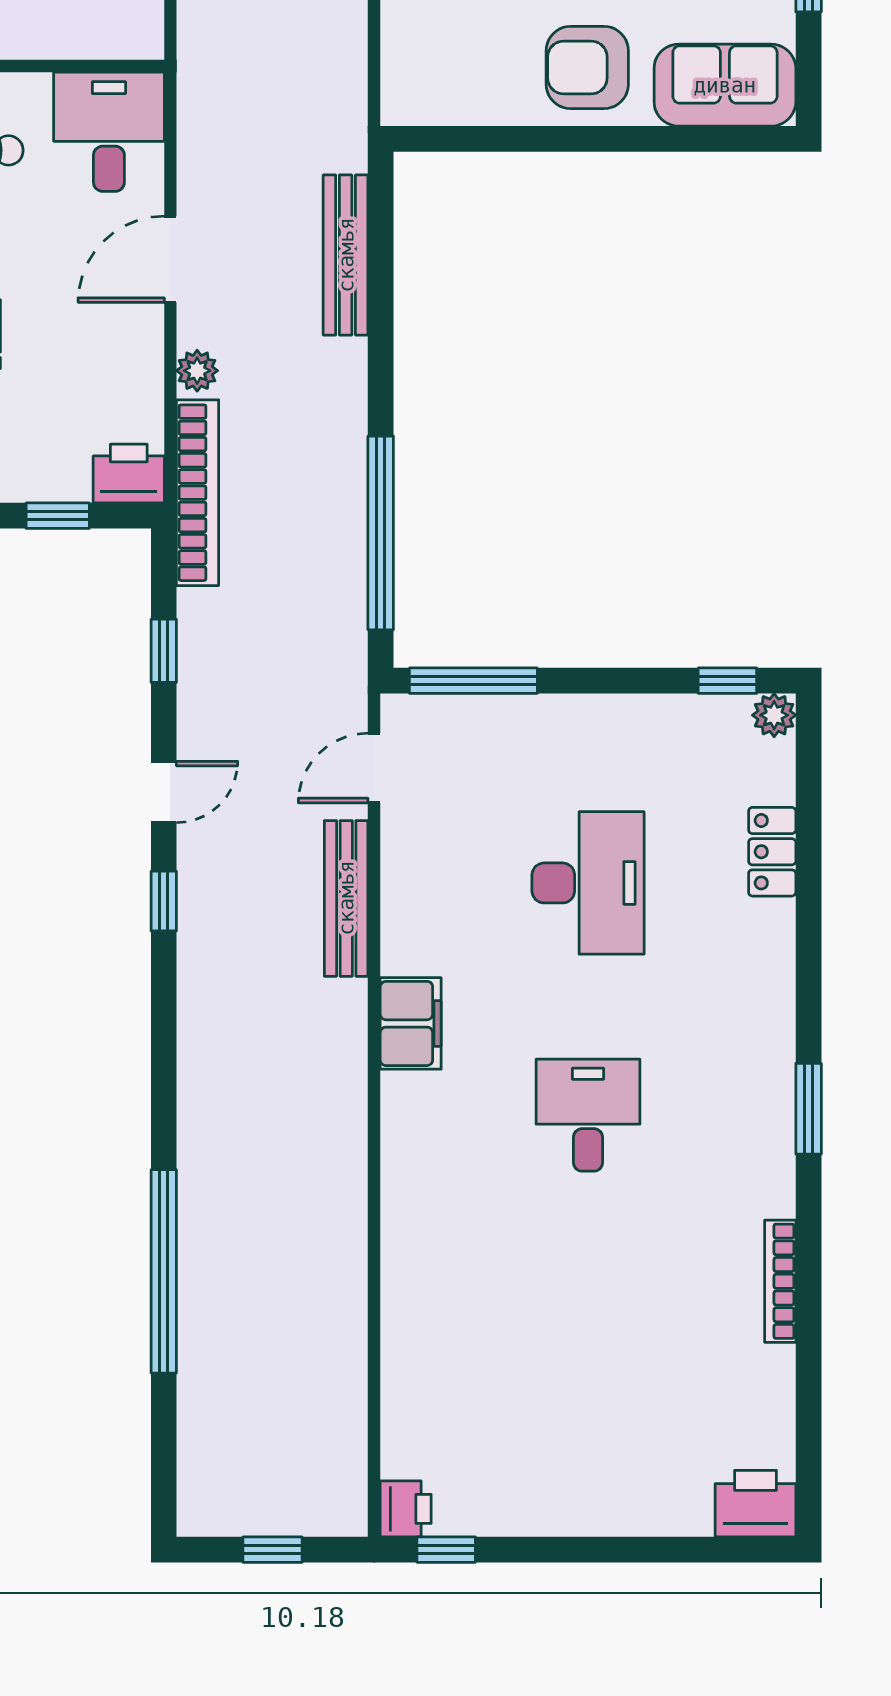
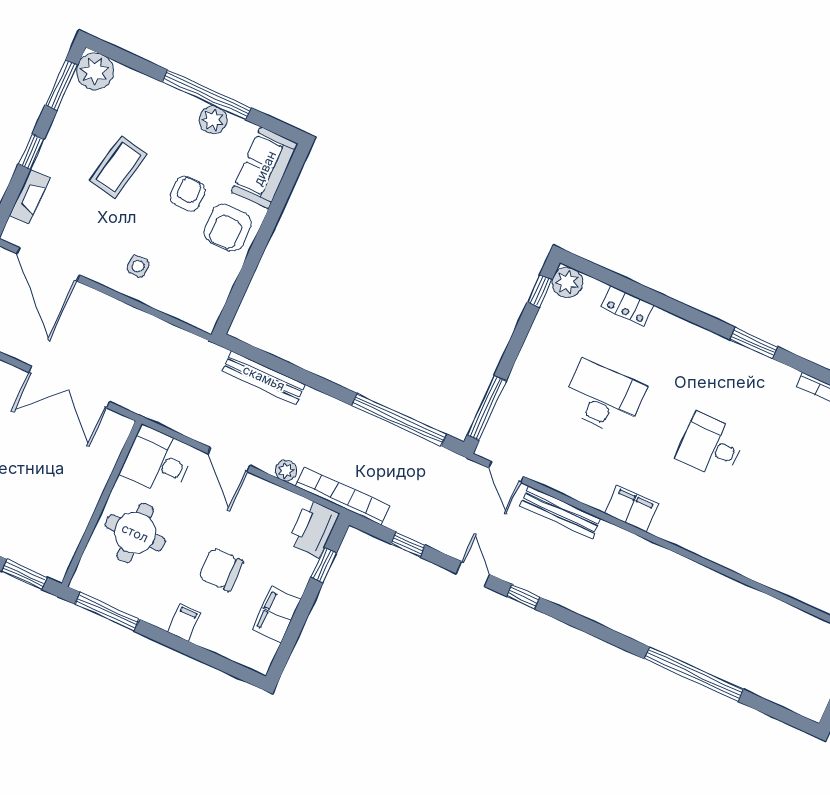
printer: (129, 474) -> (314, 528), width x1.37, depth x1.19
plant: (774, 715) -> (567, 282), width x1.38, depth x1.38

